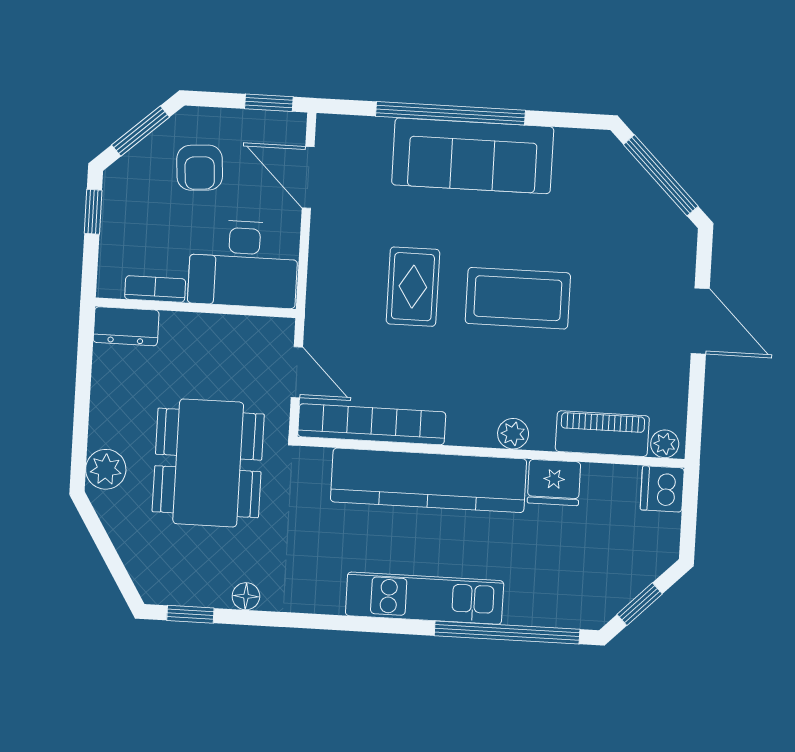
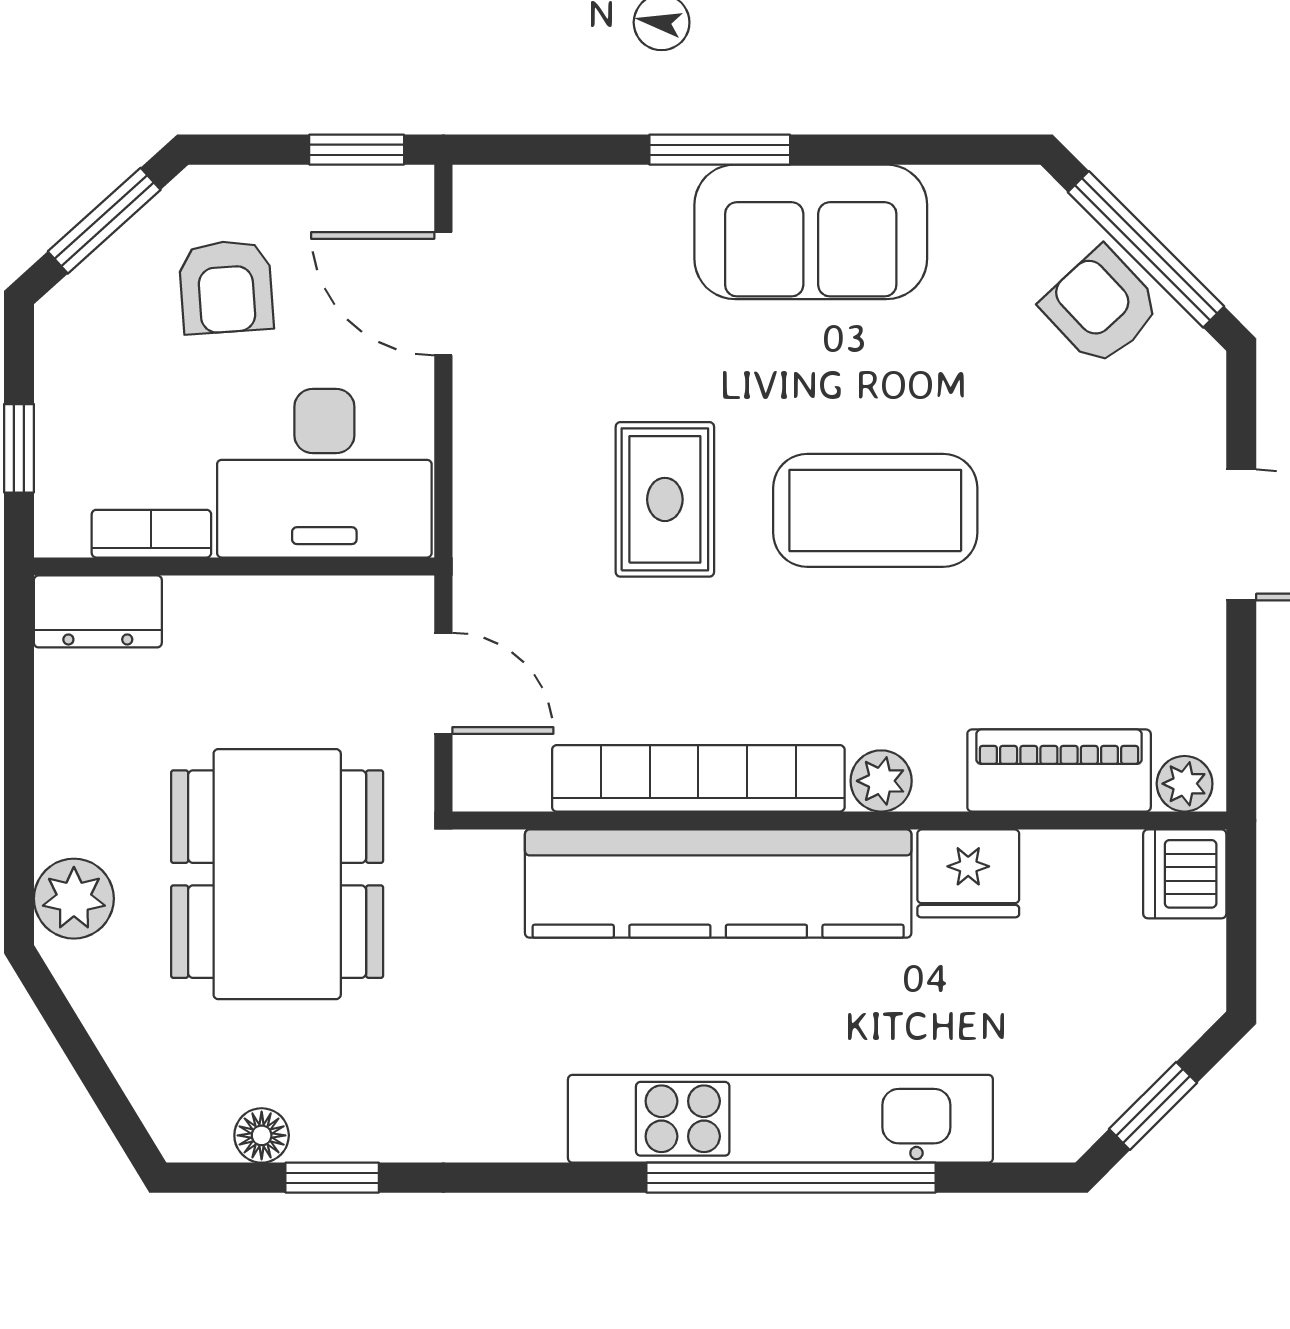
window: (450, 113) -> (720, 150), width x0.47
sofa: (473, 156) -> (811, 232), width x0.73
armchair: (637, 203) -> (1101, 307), added
window: (93, 212) -> (19, 448), moved
bookcase: (372, 424) -> (698, 778), moved
floor lamp: (246, 596) -> (262, 1135), moved
kitchen unit: (425, 598) -> (780, 1119), width x1.36
window: (190, 614) -> (332, 1178), moved
window: (507, 632) -> (791, 1178), moved

